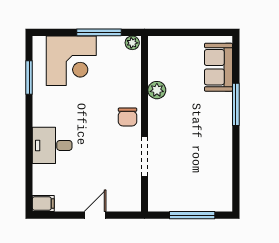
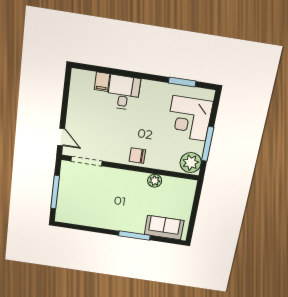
plant: (132, 43) -> (191, 163), width x1.87, depth x1.87
doorway: (145, 157) -> (87, 161), moved
filing cabinet: (43, 204) -> (102, 82), moved
door: (95, 215) -> (61, 137), moved

